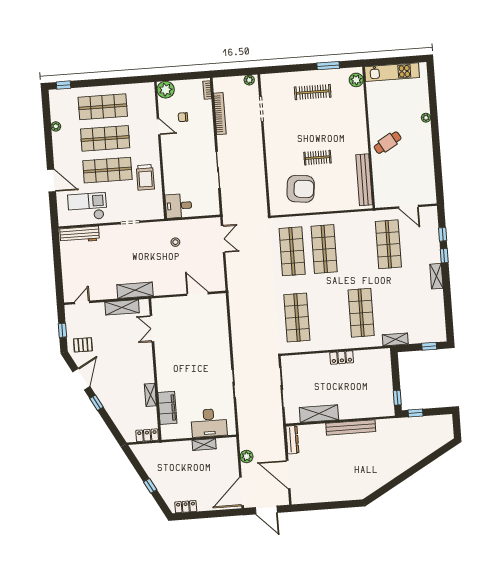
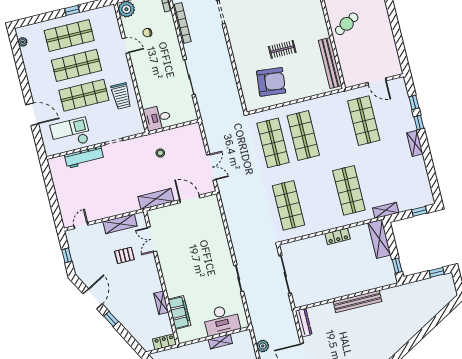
window: (63, 85) -> (72, 10), moved
plant: (56, 126) -> (23, 42), moved
workbench: (80, 235) -> (84, 157), moved
double door: (223, 239) -> (211, 167), moved
shelving: (135, 290) -> (156, 199), moved
pallet: (83, 345) -> (124, 255), moved
window: (415, 413) -> (437, 272), moved
shelving: (319, 414) -> (379, 239), moved, turned 90

